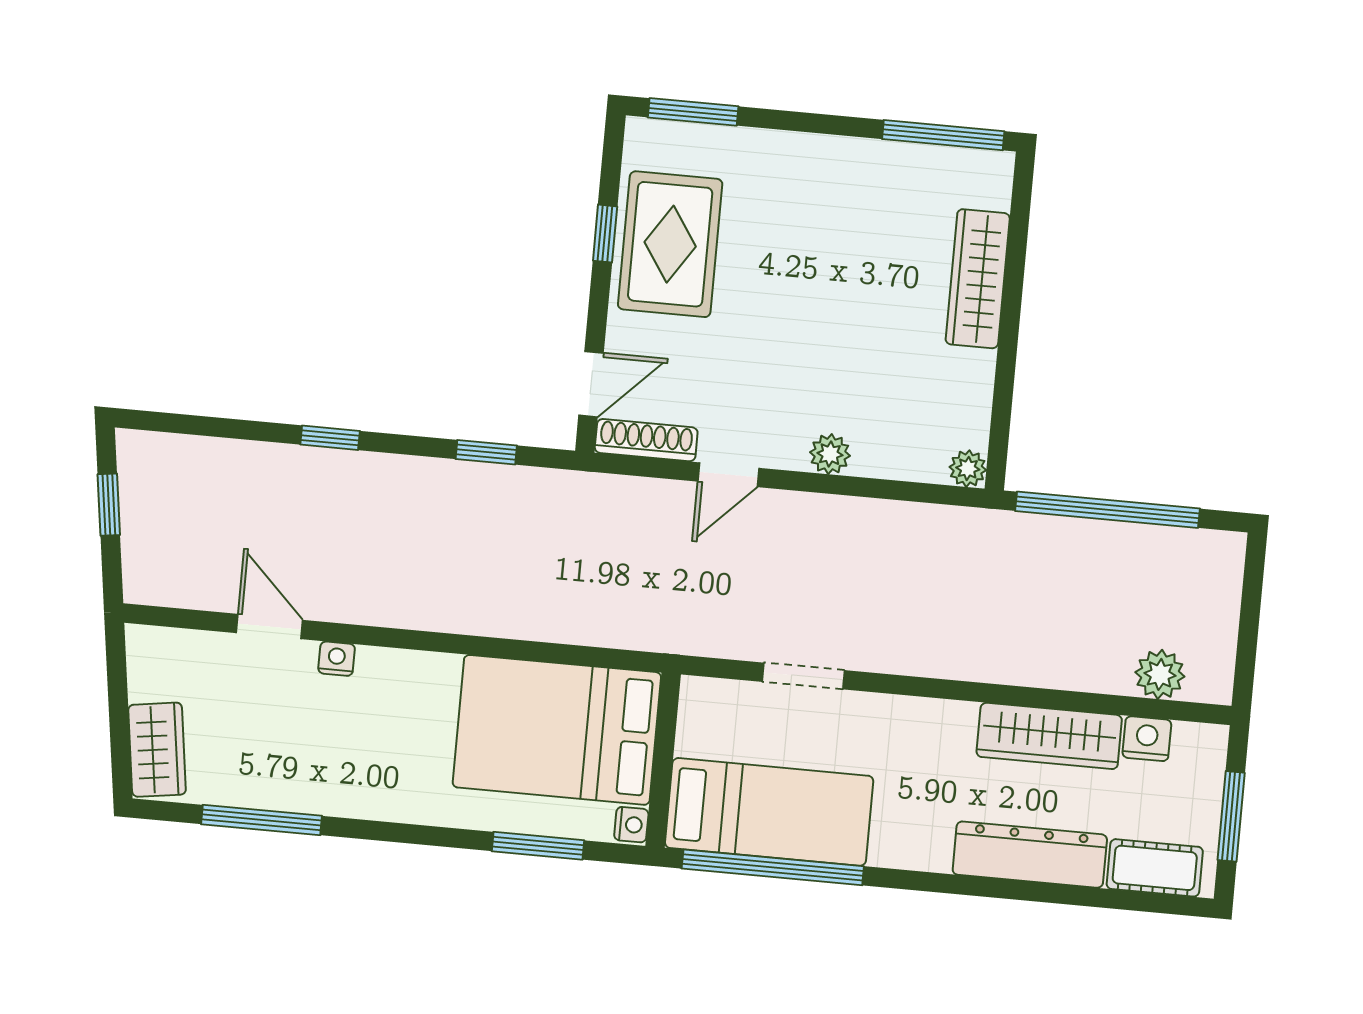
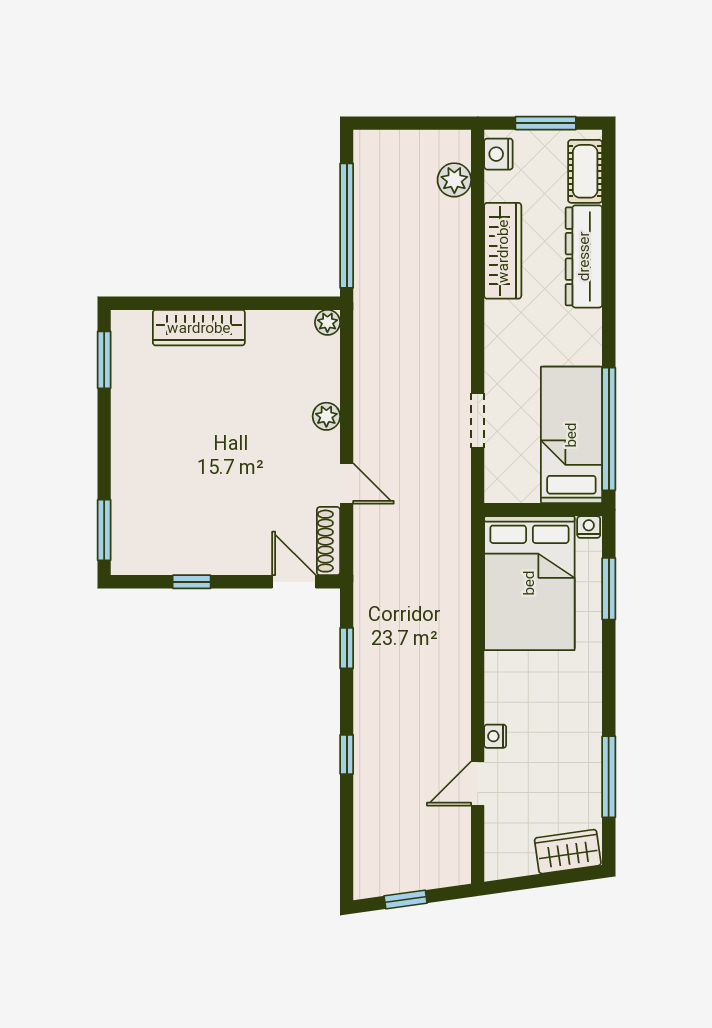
window: (943, 135) -> (104, 360), width x0.69
rug: (670, 244) -> (195, 537), removed
nightstand: (1147, 739) -> (498, 154), moved

